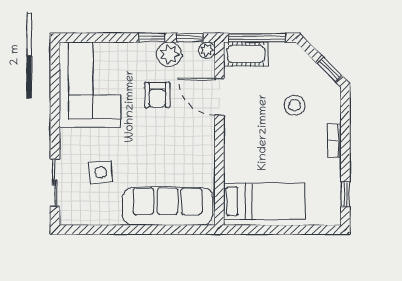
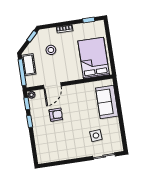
plant: (169, 54) -> (36, 112), removed
cot: (246, 54) -> (29, 65), moved
corner sofa: (90, 85) -> (56, 147), removed
bed: (264, 201) -> (94, 58), width x1.50
sofa: (167, 206) -> (107, 102), width x0.73

